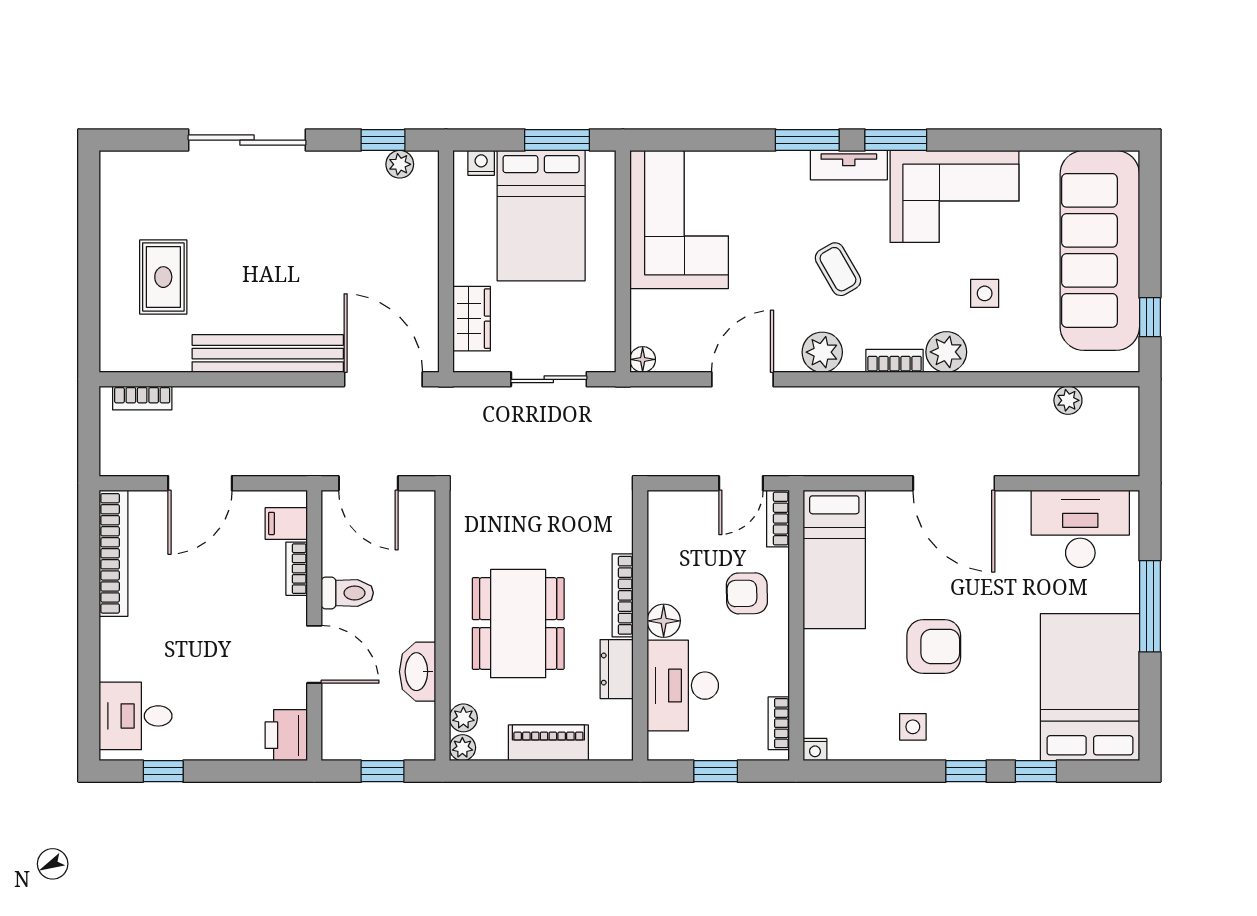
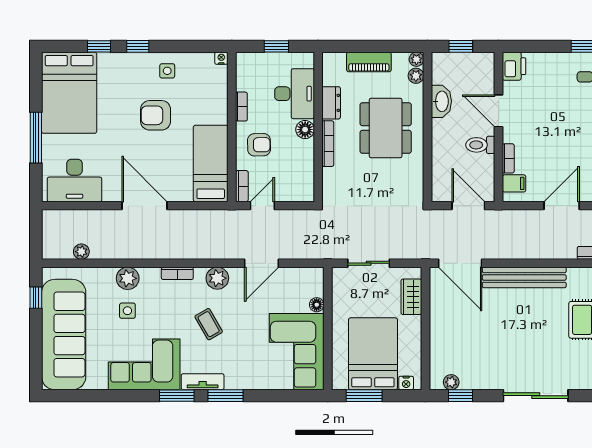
plant: (946, 352) -> (128, 278), moved
floor lamp: (643, 359) -> (317, 305), moved
bookcase: (779, 723) -> (241, 107), moved

